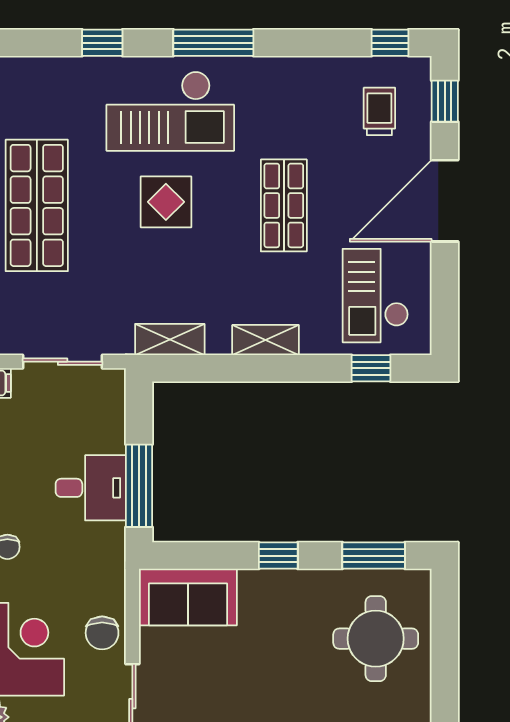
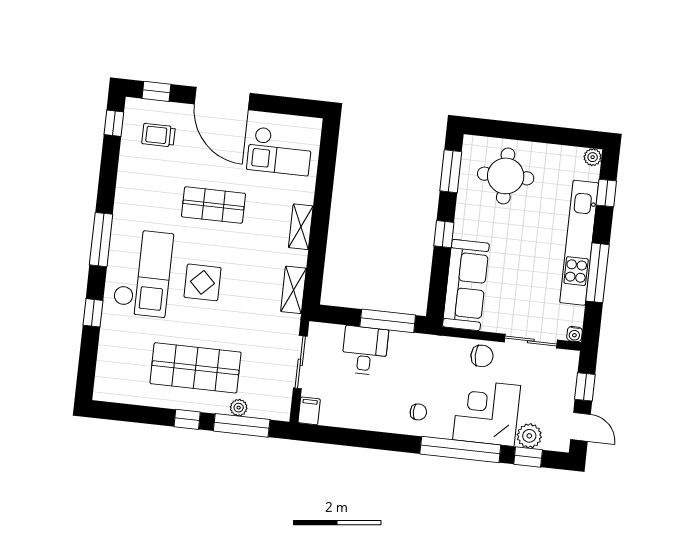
window: (371, 368) -> (327, 159), removed
desk: (91, 488) -> (365, 351), moved
sofa: (188, 597) -> (466, 285), width x1.36

